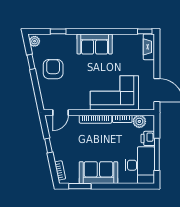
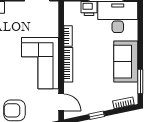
corner sofa: (114, 93) -> (40, 63), moved
plant: (139, 121) -> (71, 18), removed

